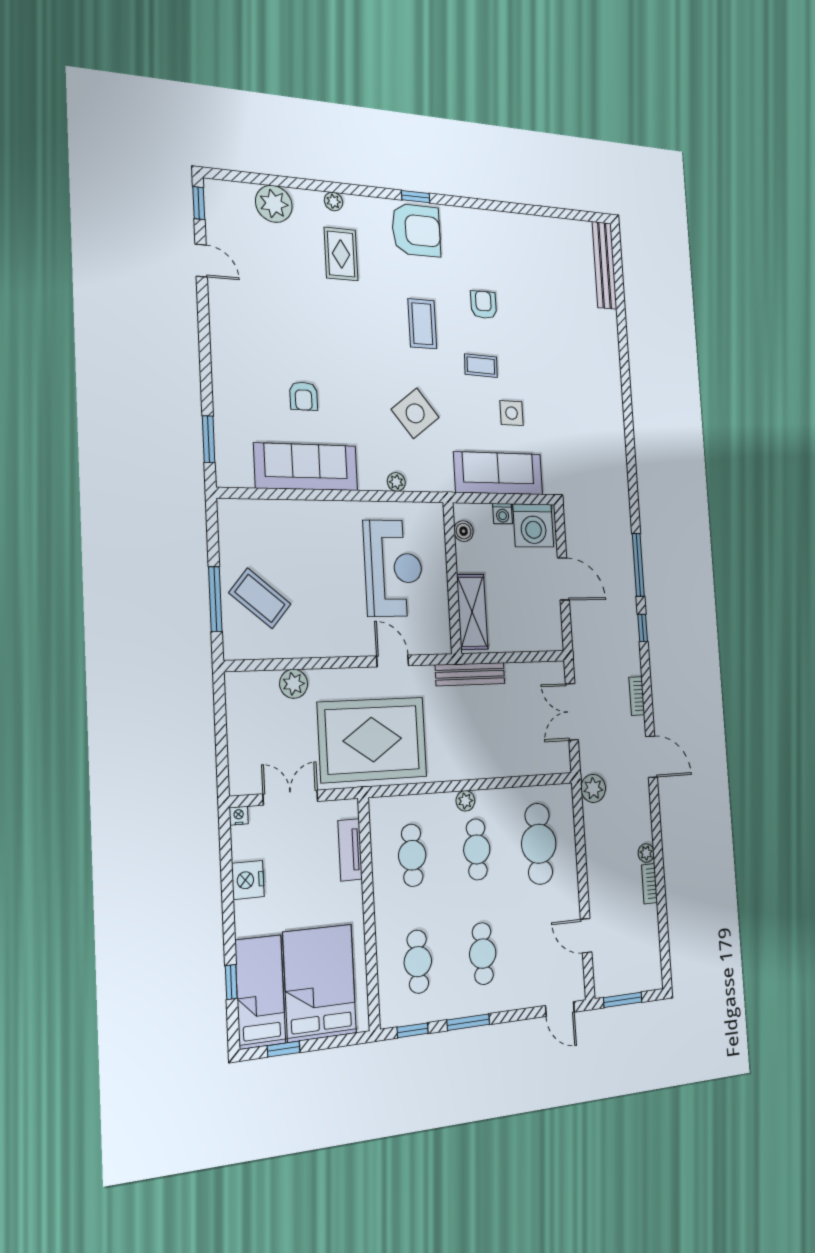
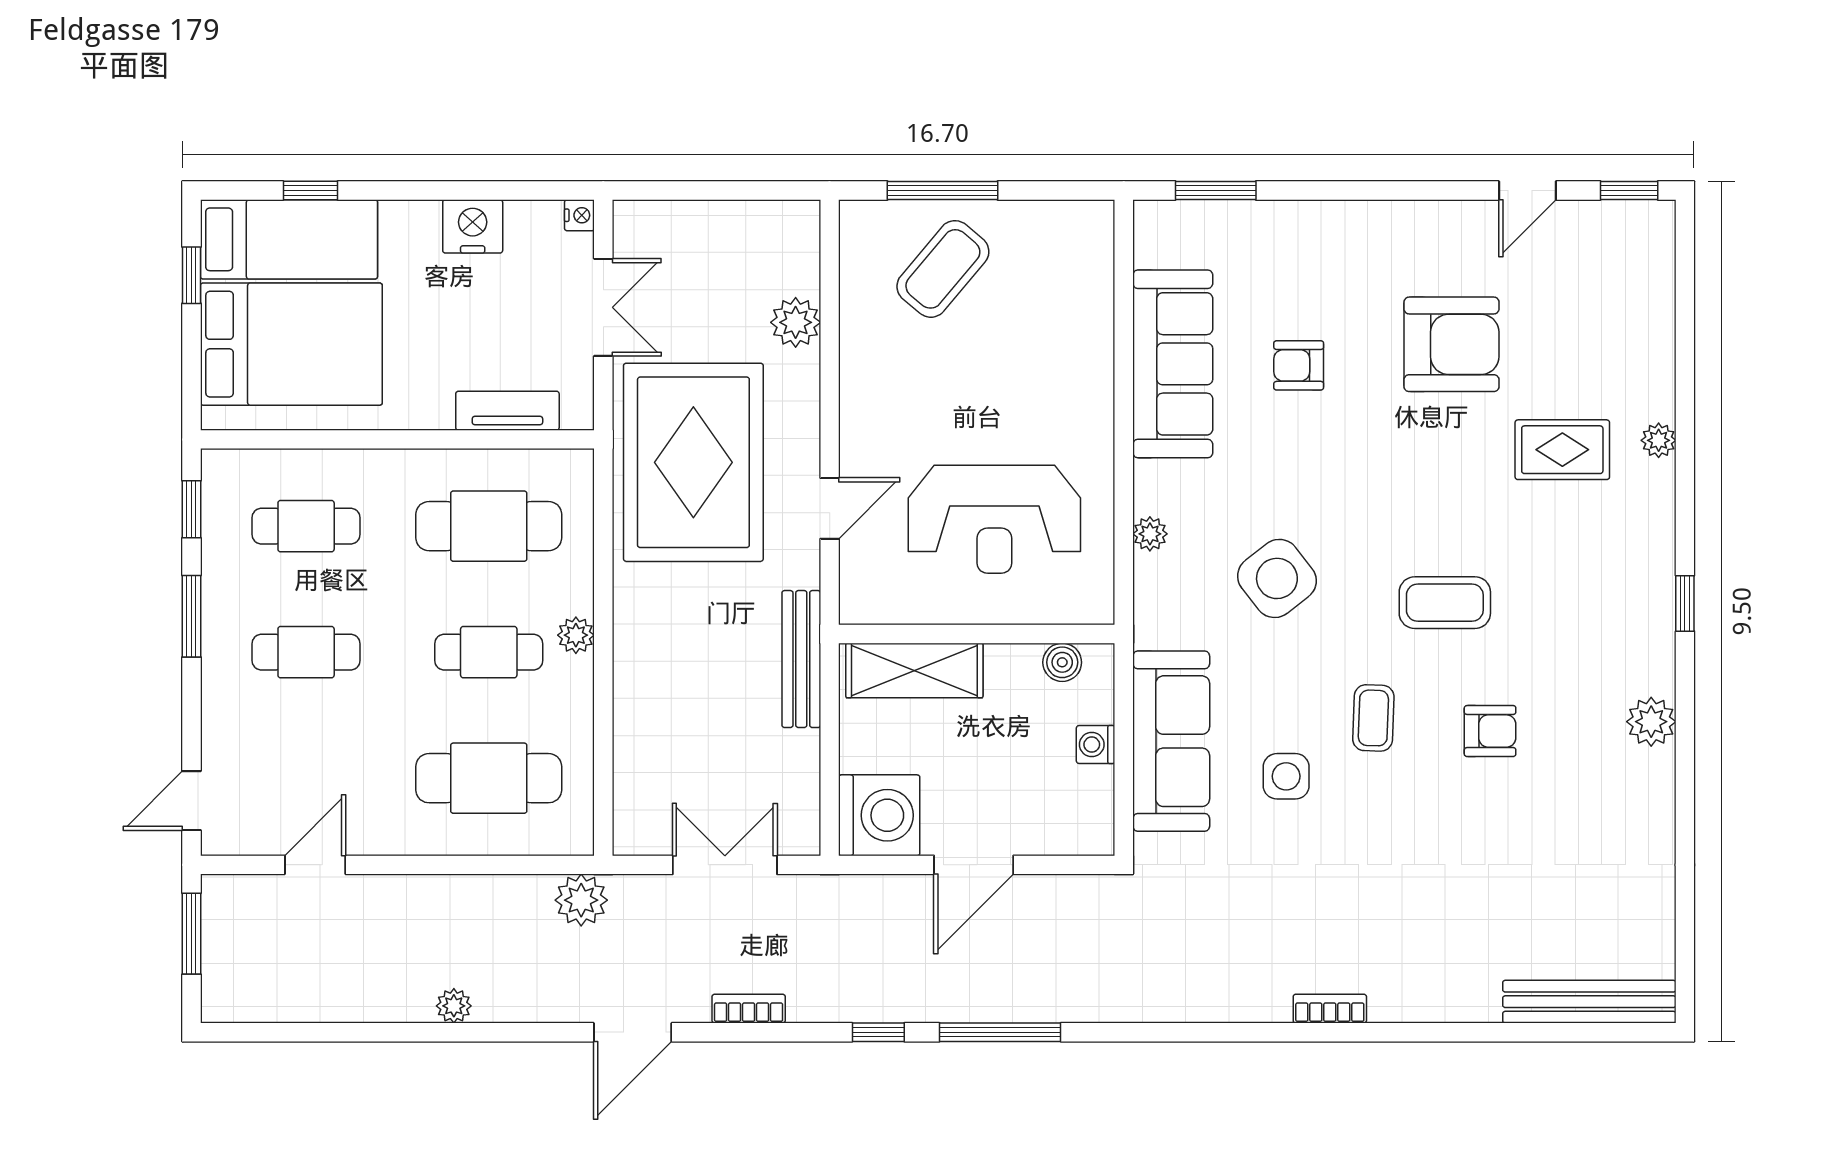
plant: (274, 204) -> (1651, 722), moved, width x0.73, depth x0.73
armchair: (416, 230) -> (1451, 344), moved, turned -90
washing machine: (533, 525) -> (879, 815), moved, turned 180
cafe table: (412, 855) -> (489, 526), width x1.37, depth x1.35
bookcase: (650, 884) -> (1330, 1009), moved

